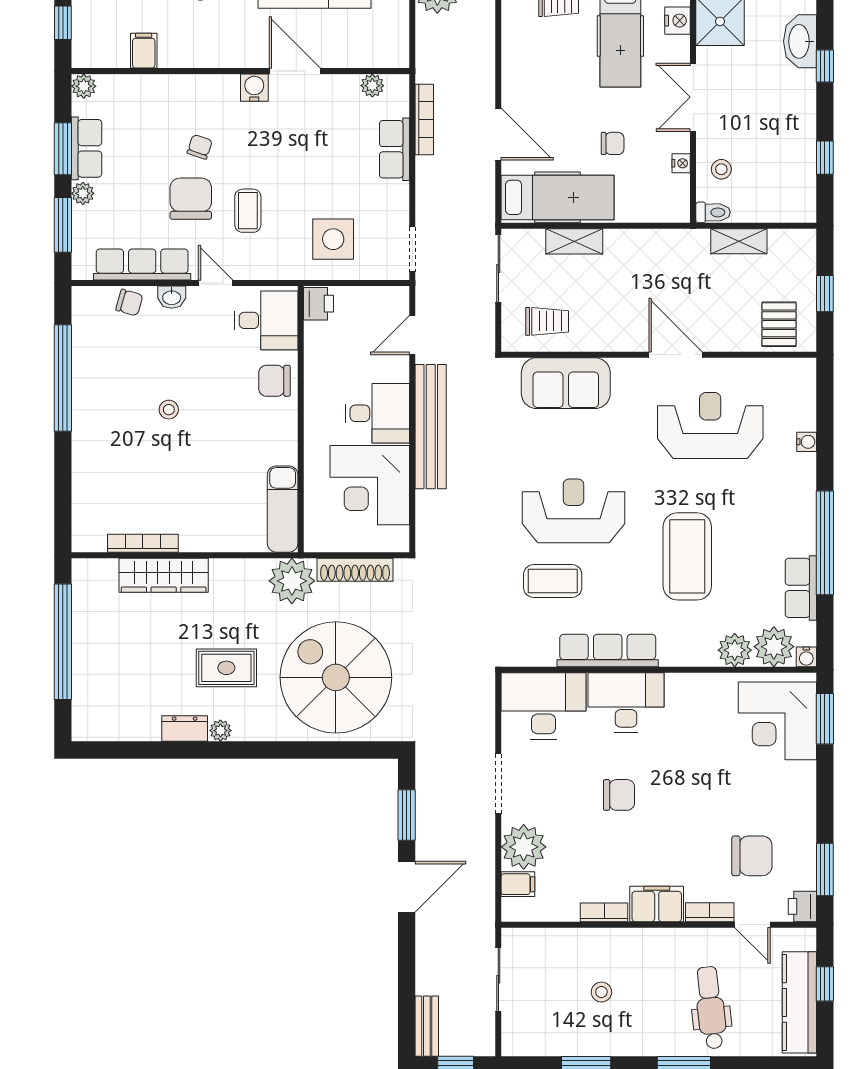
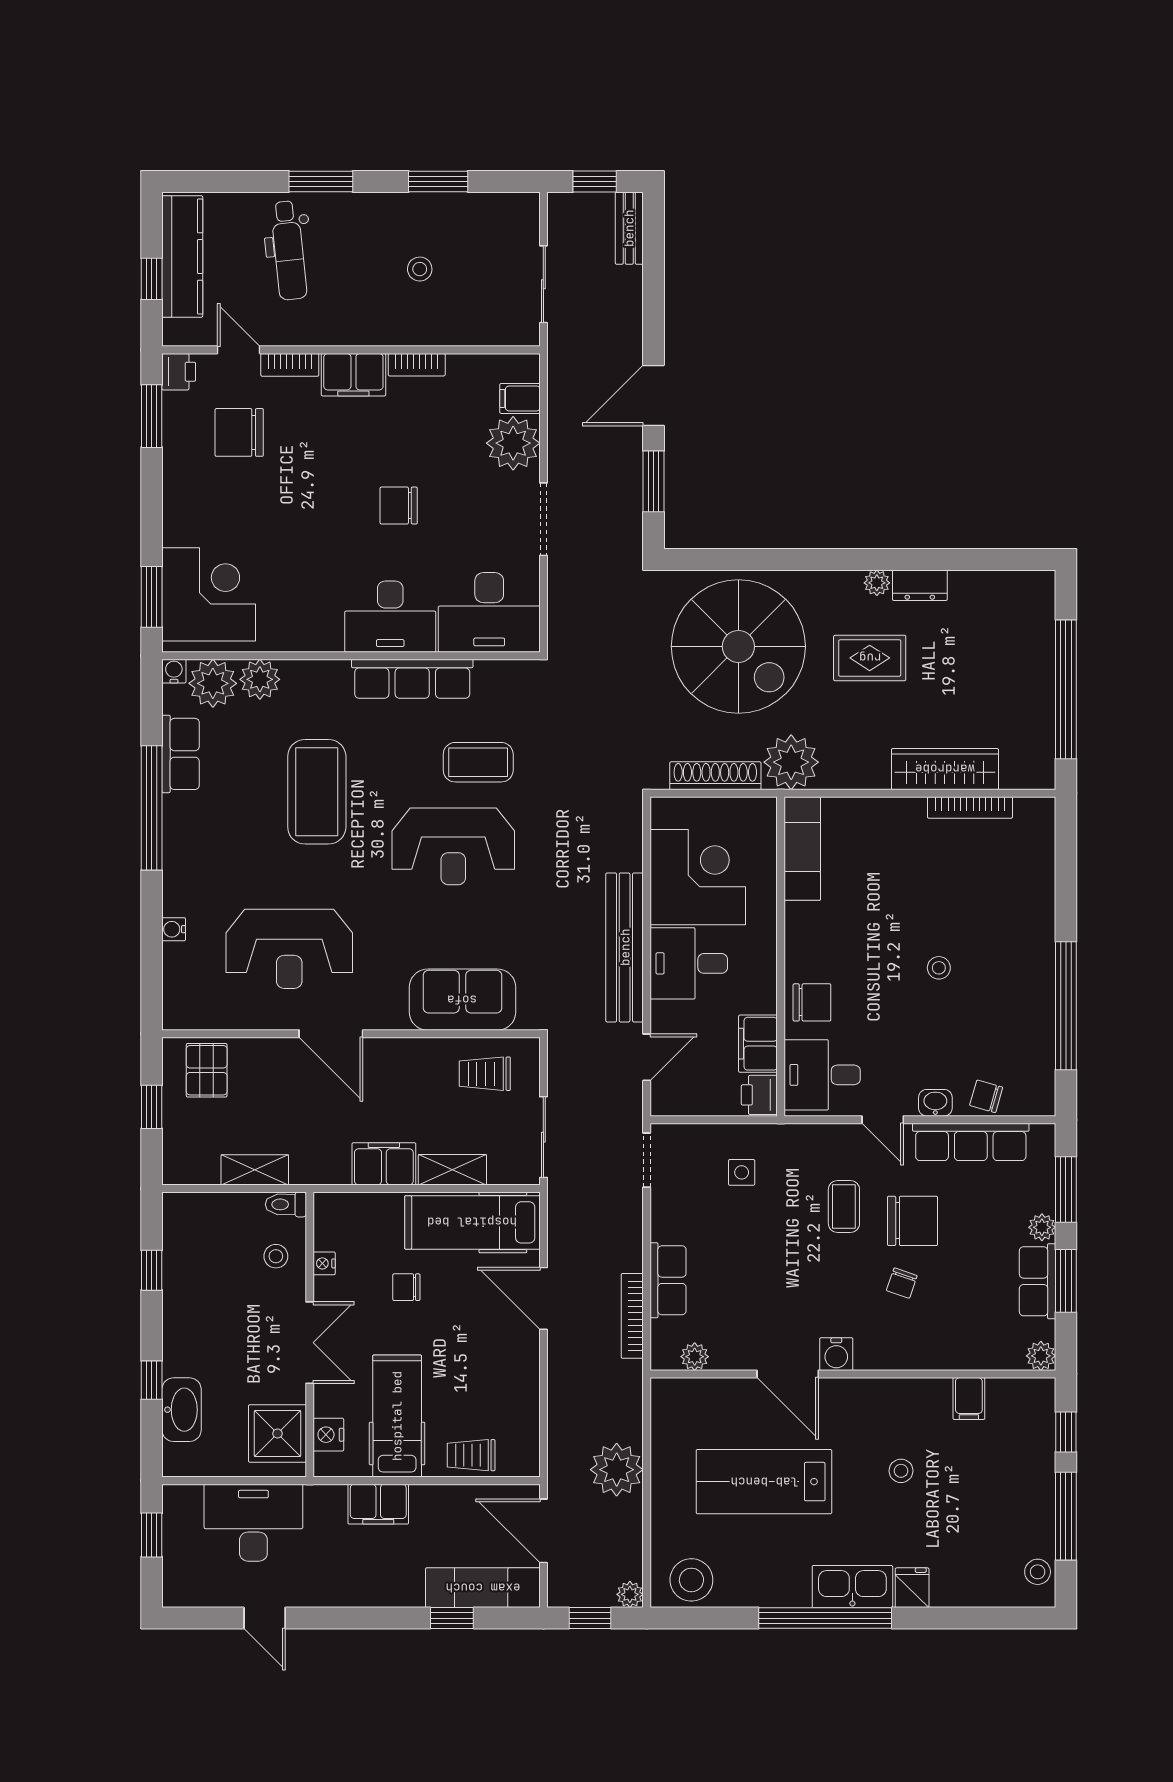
chair: (191, 199) -> (912, 1221), turned -90
side table: (333, 239) -> (742, 1172), width x0.54, depth x0.54
filing cabinet: (631, 246) -> (384, 1164), added
filing cabinet: (320, 346) -> (758, 1044), added

